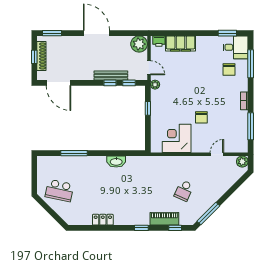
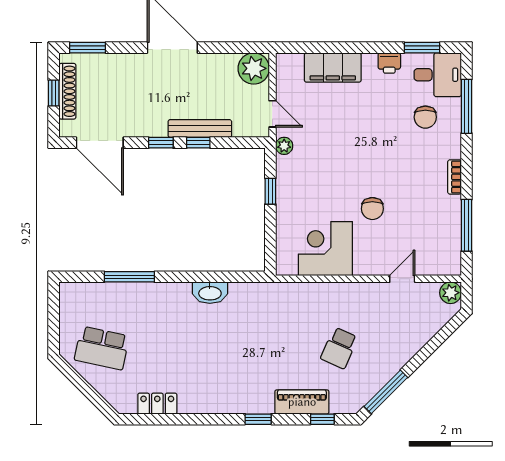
printer: (159, 41) -> (389, 63), moved
window: (129, 83) -> (161, 143), moved
locker: (103, 220) -> (157, 404), moved

